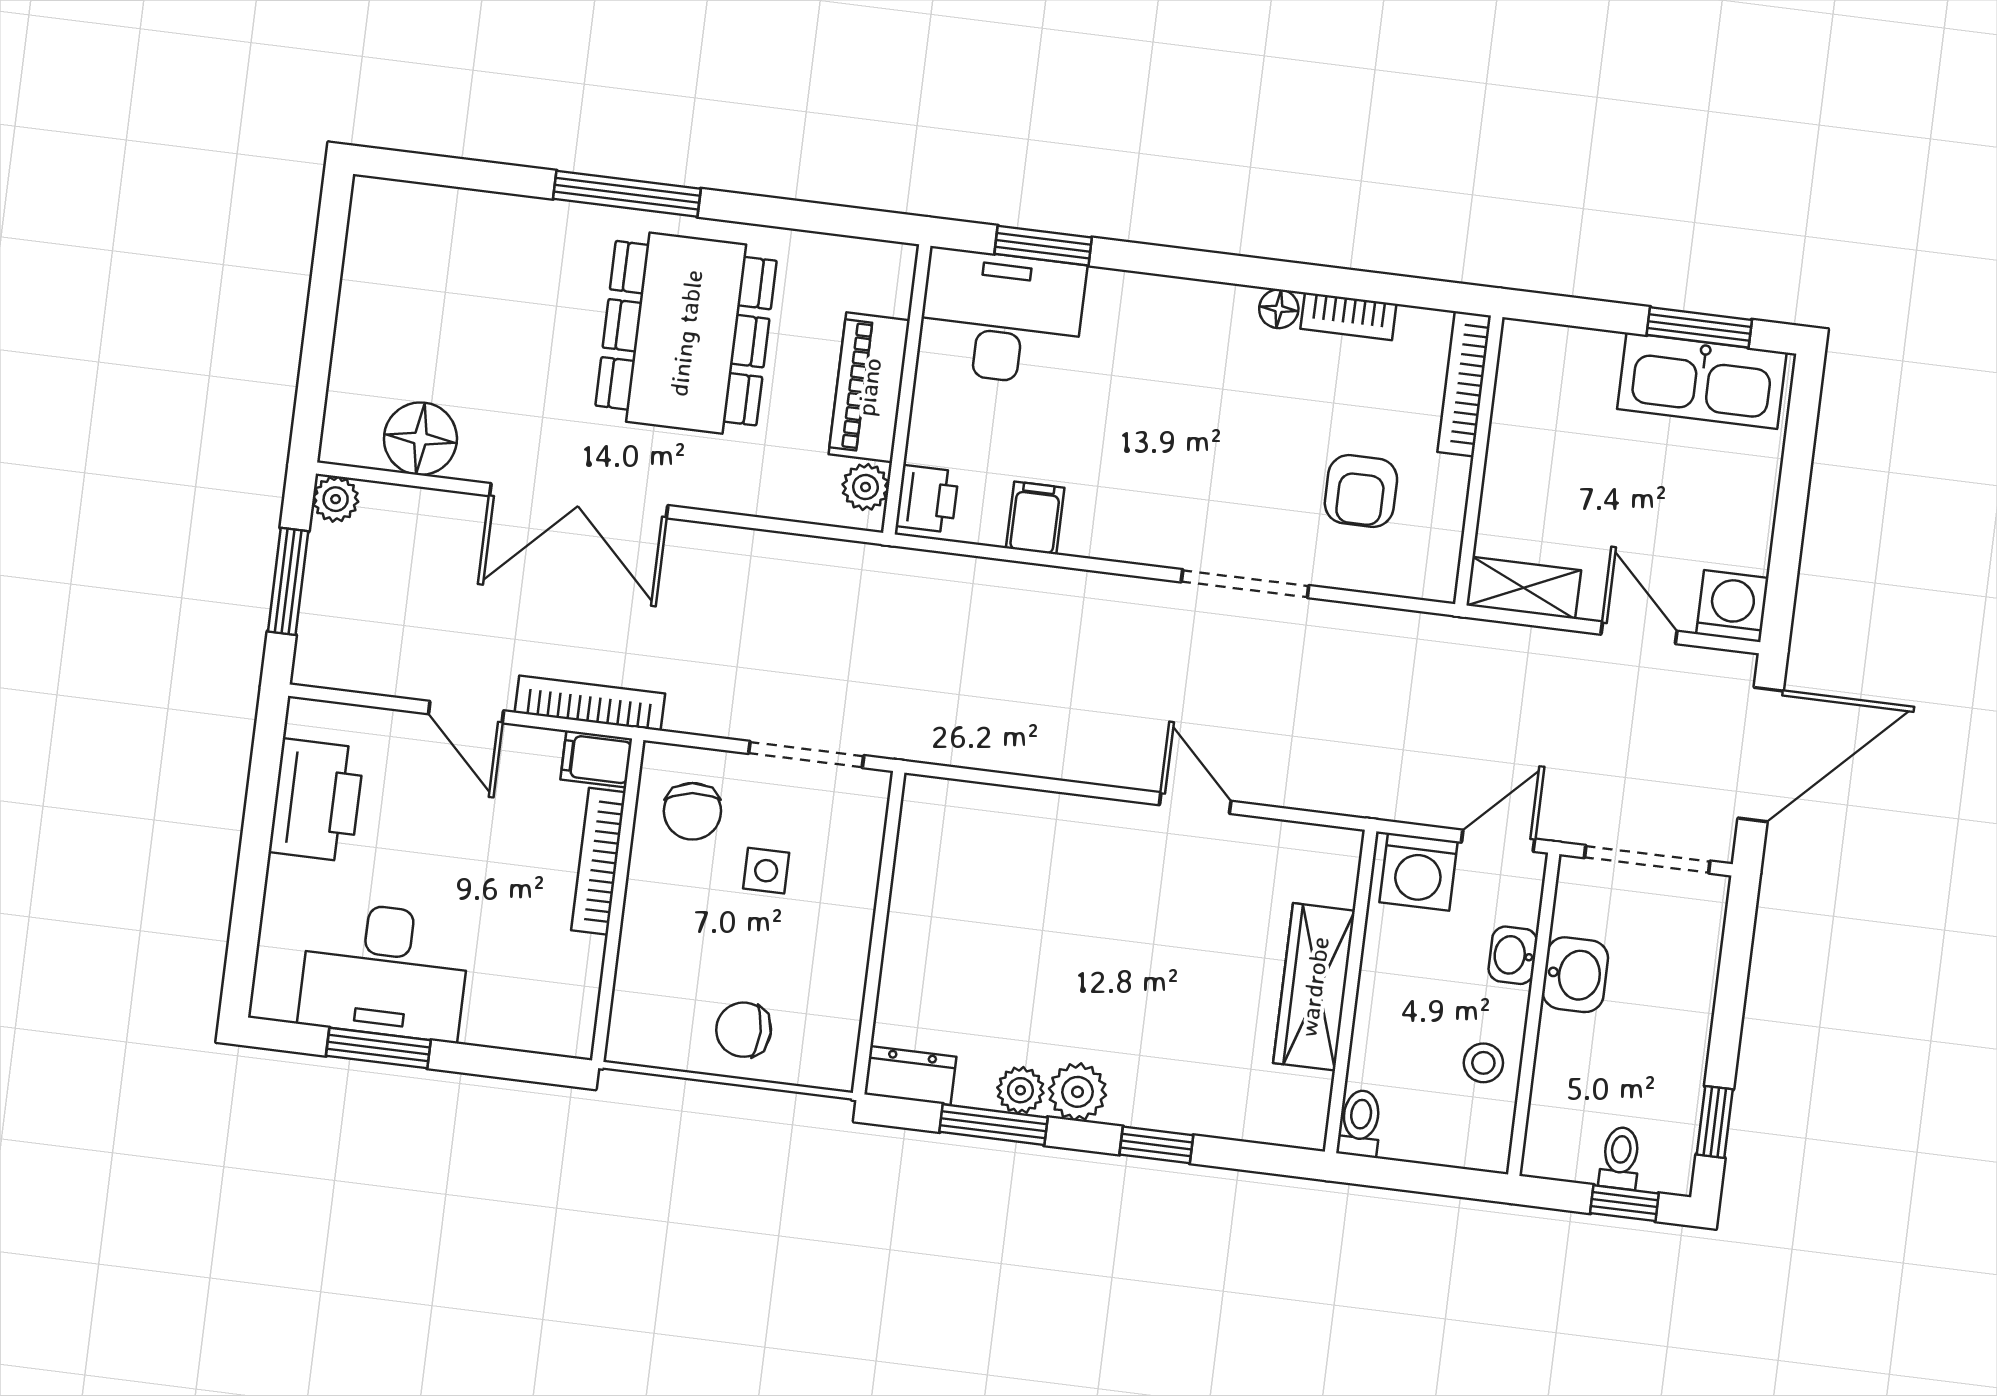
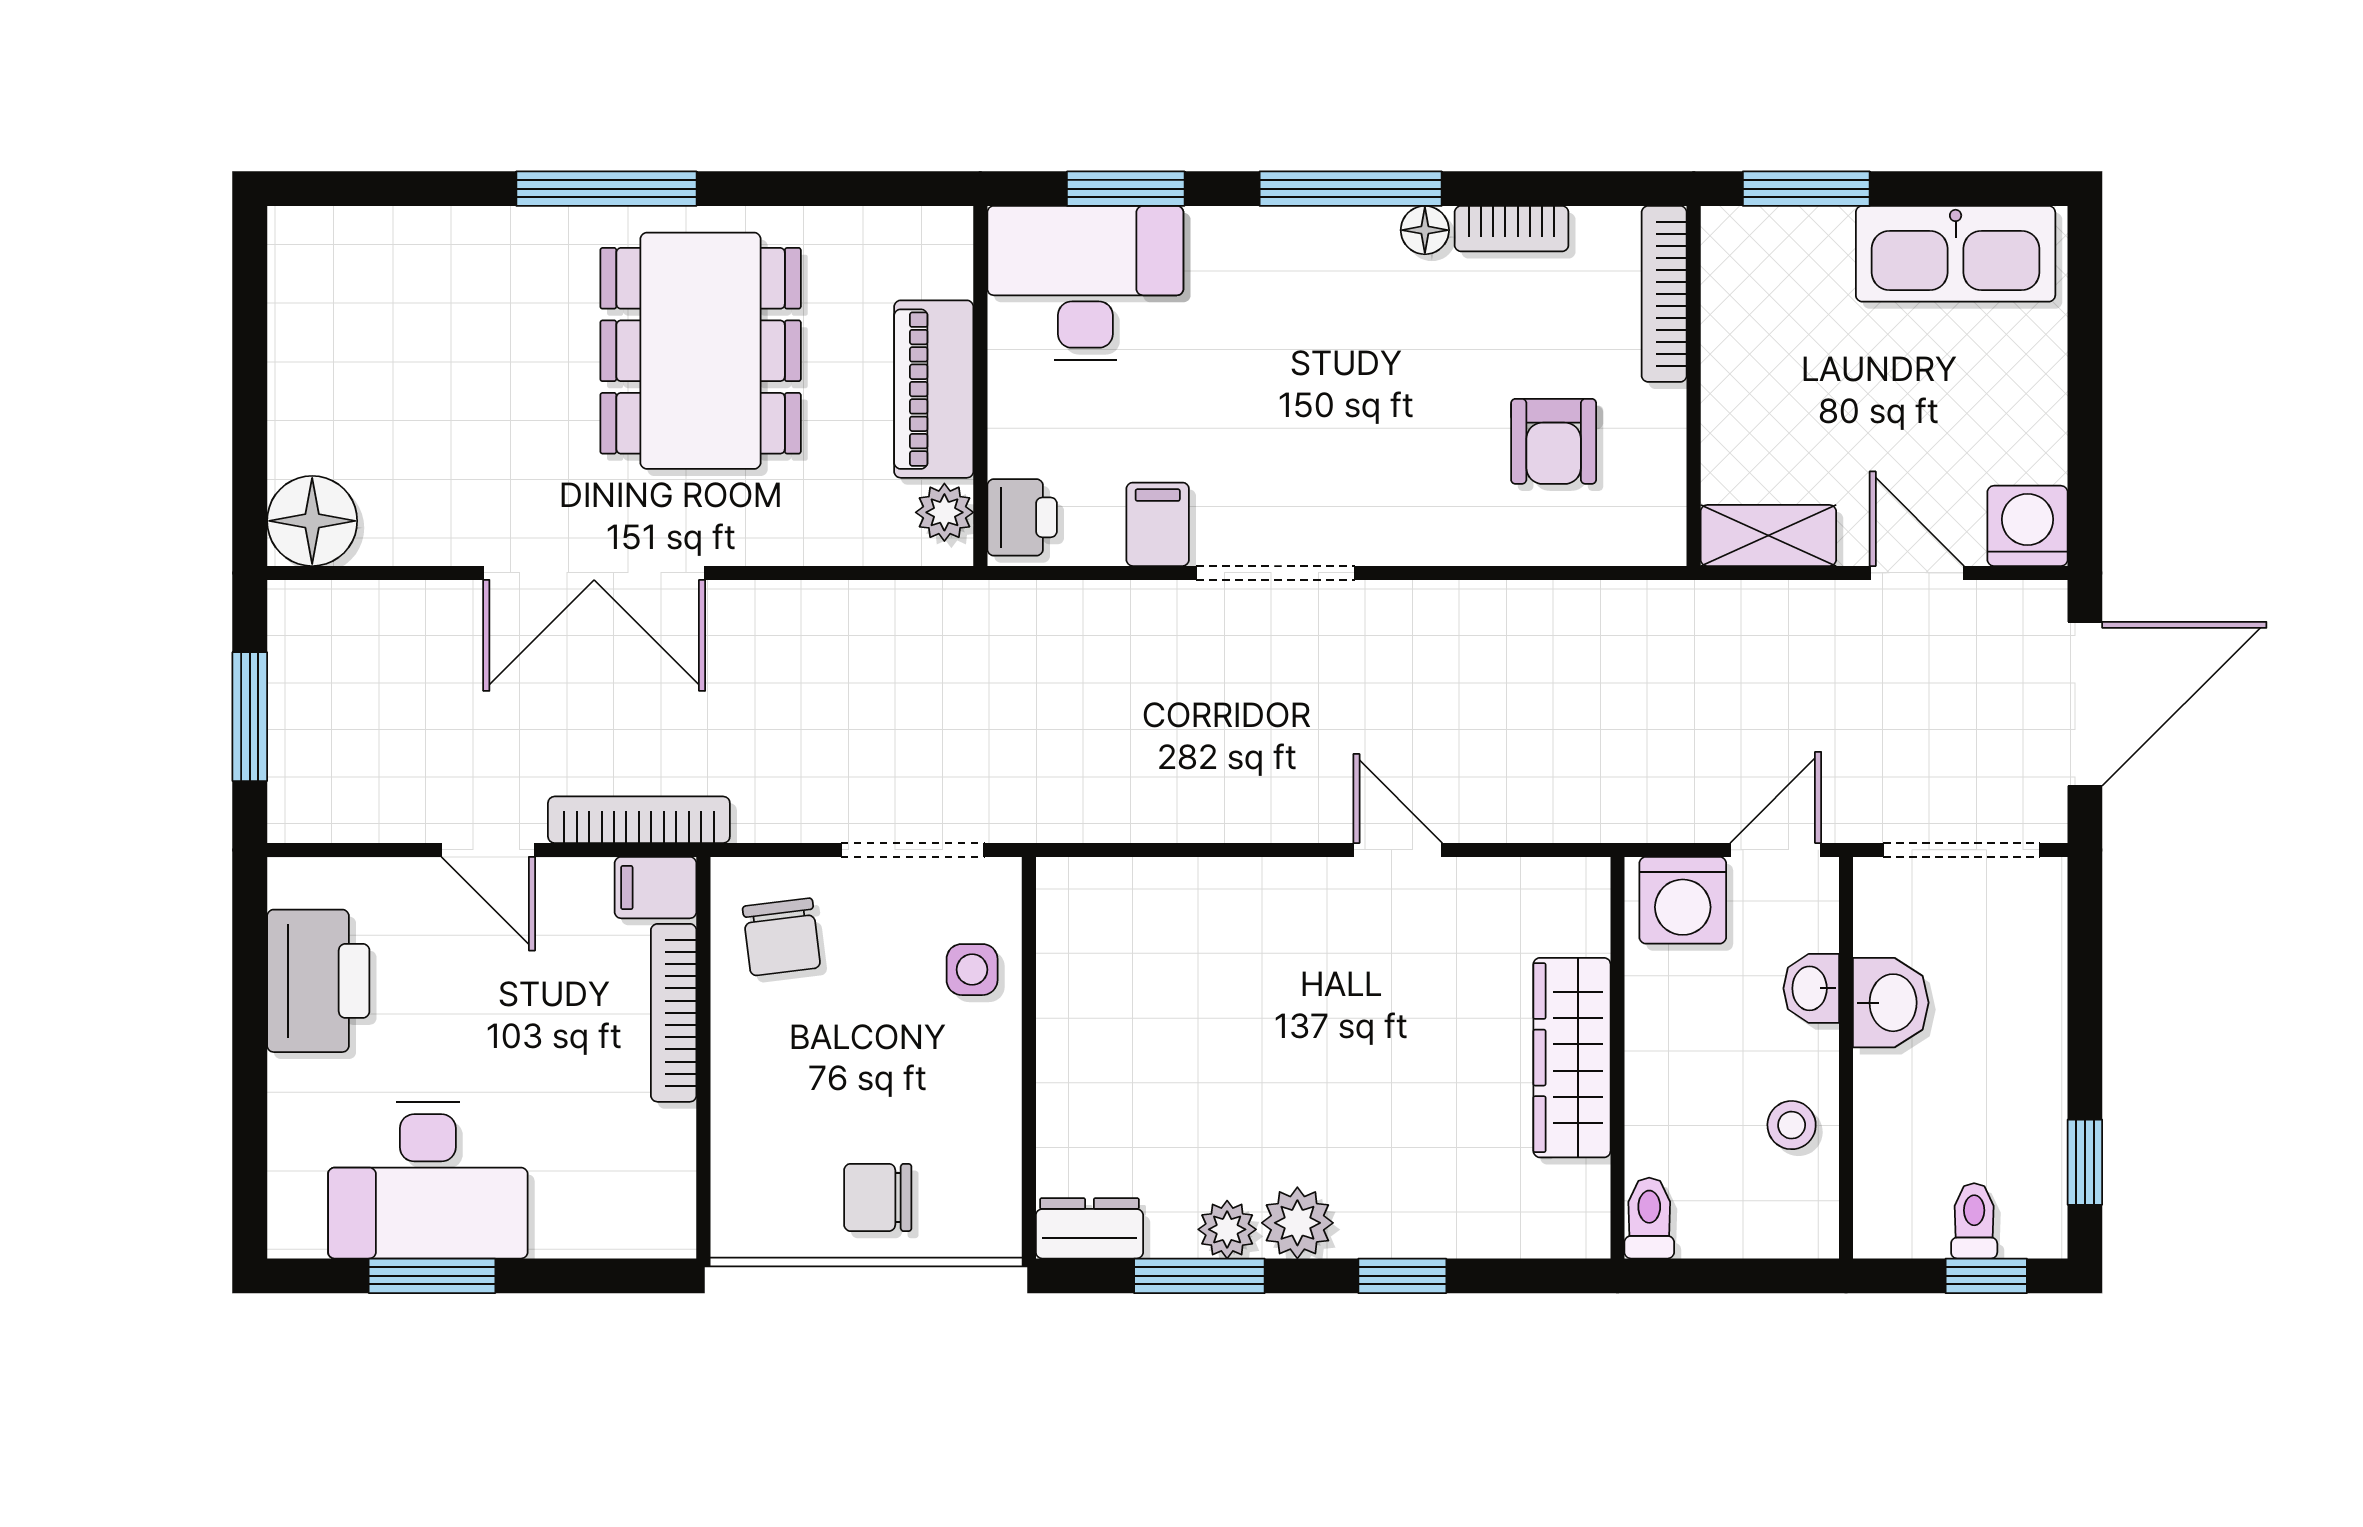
window: (1223, 268) -> (1351, 189), added
window: (1699, 327) -> (1806, 189), moved
floor lamp: (420, 439) -> (312, 521), moved
plant: (336, 499) -> (295, 608), removed
doorway: (1245, 584) -> (1276, 573), moved
side table: (766, 871) -> (972, 970), moved

